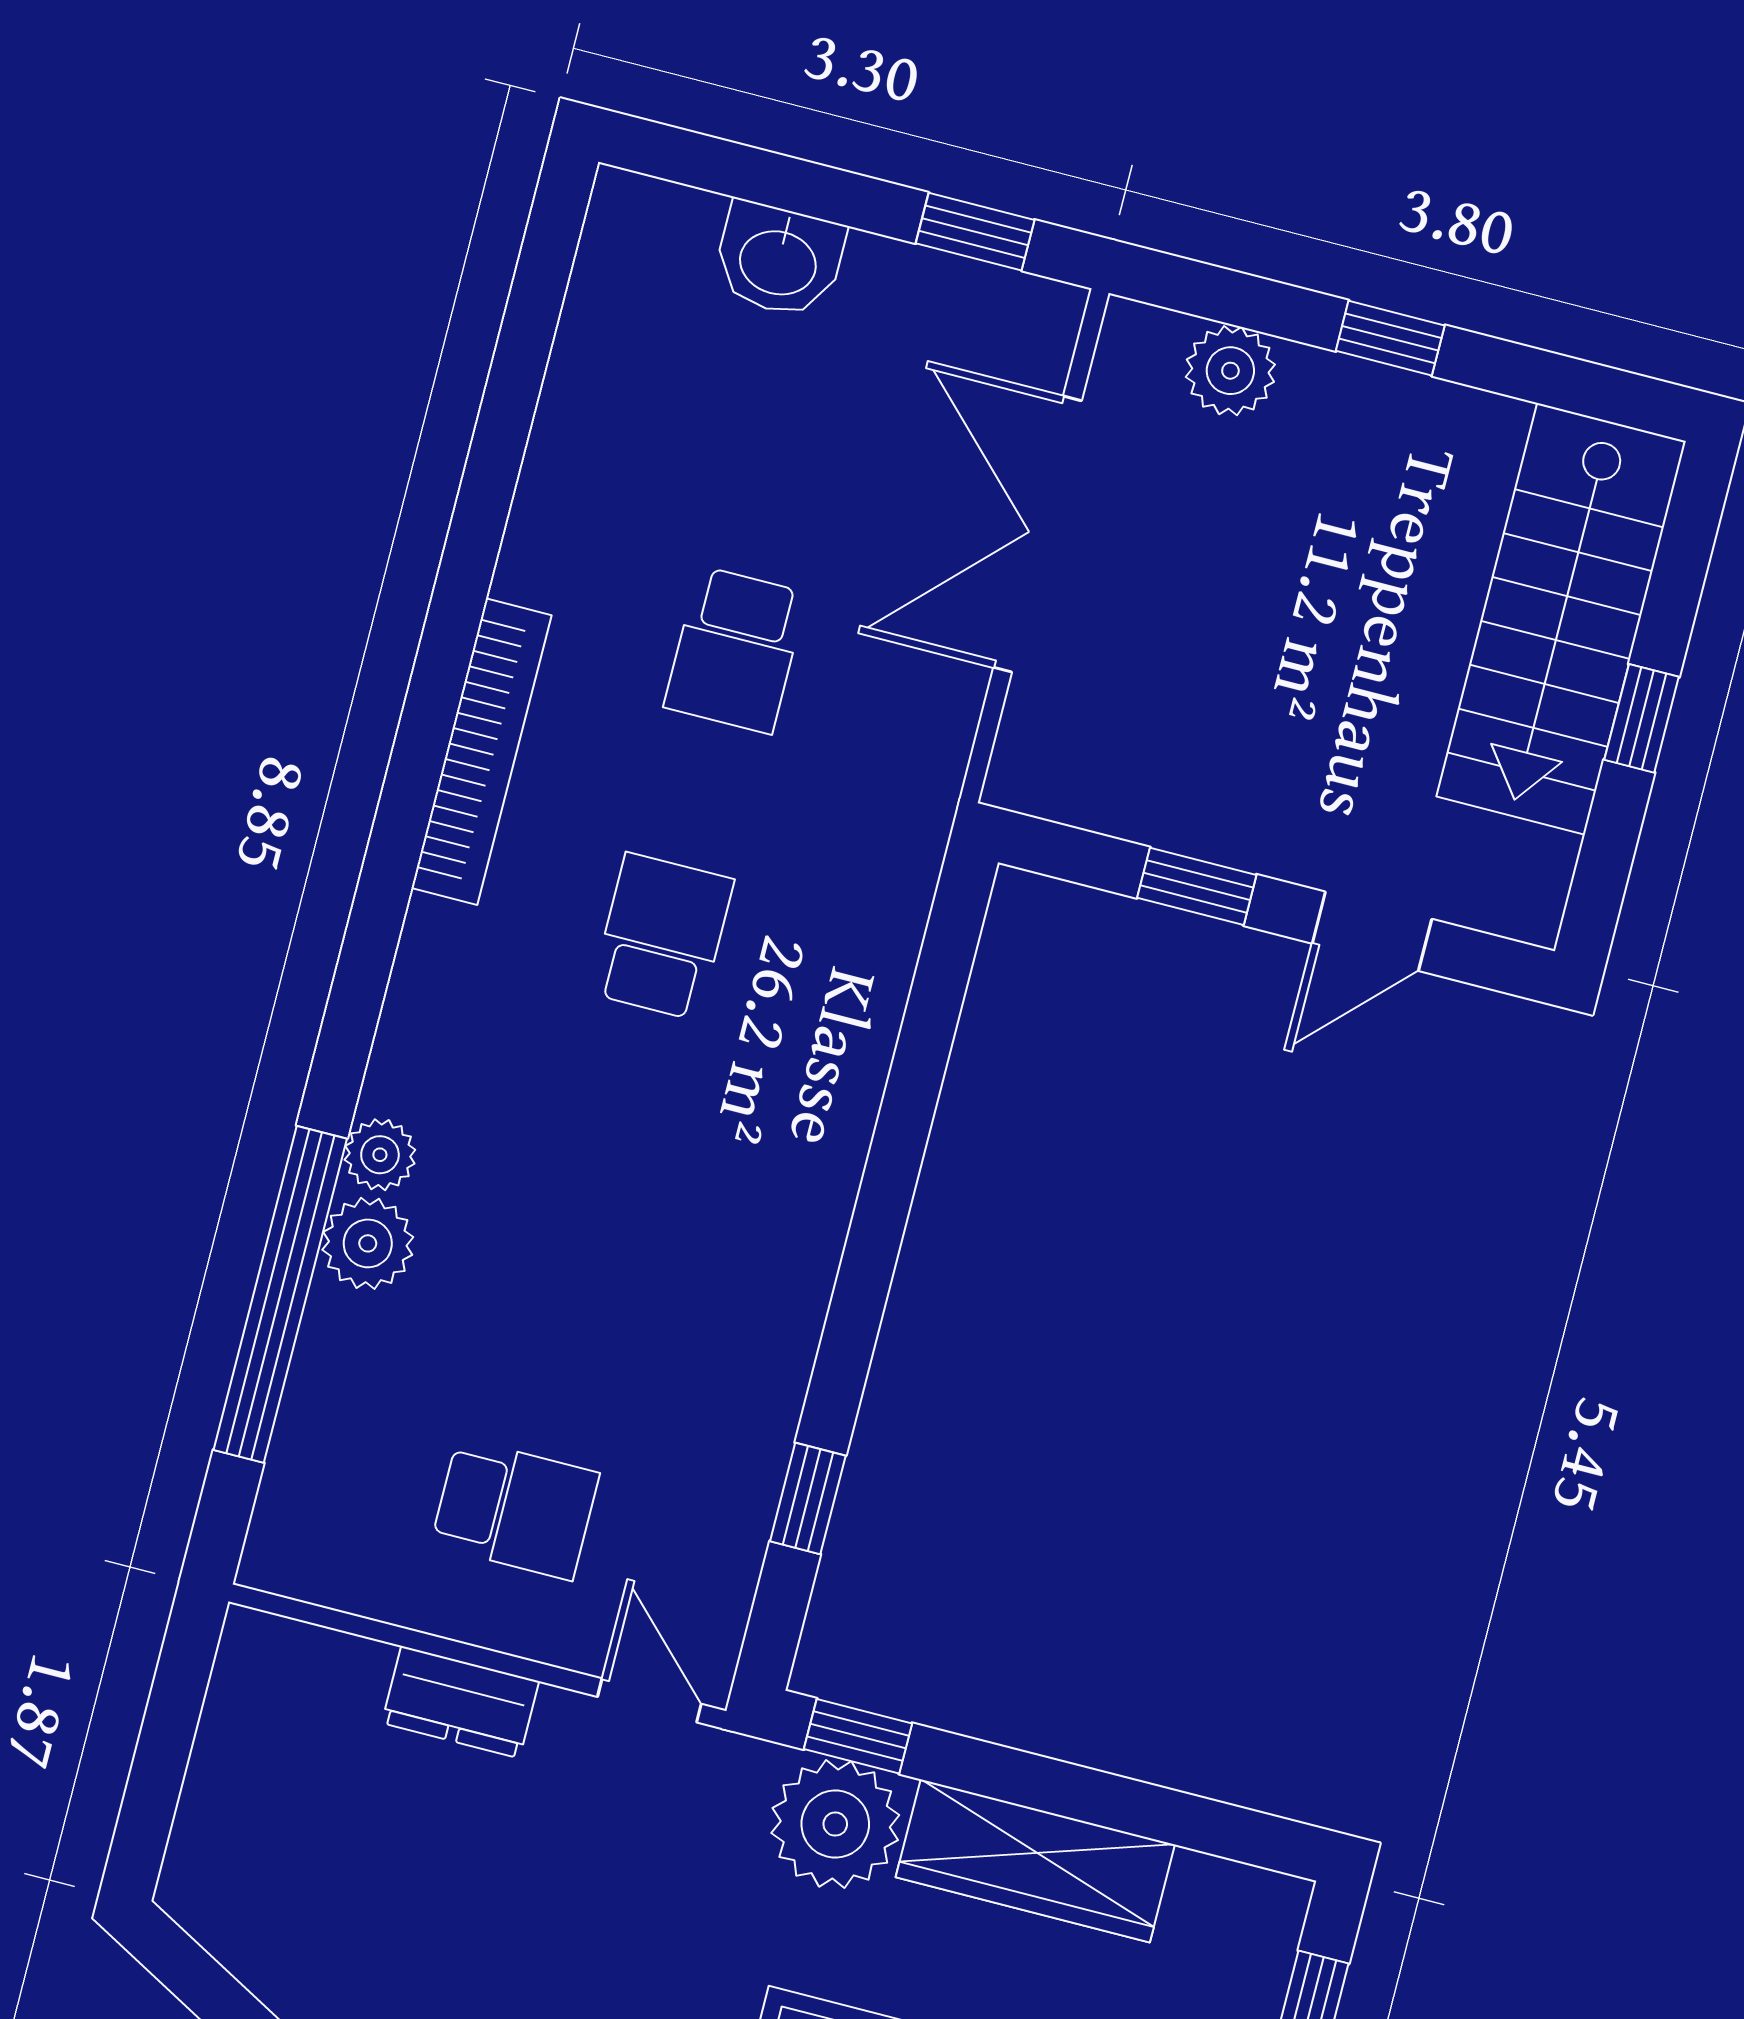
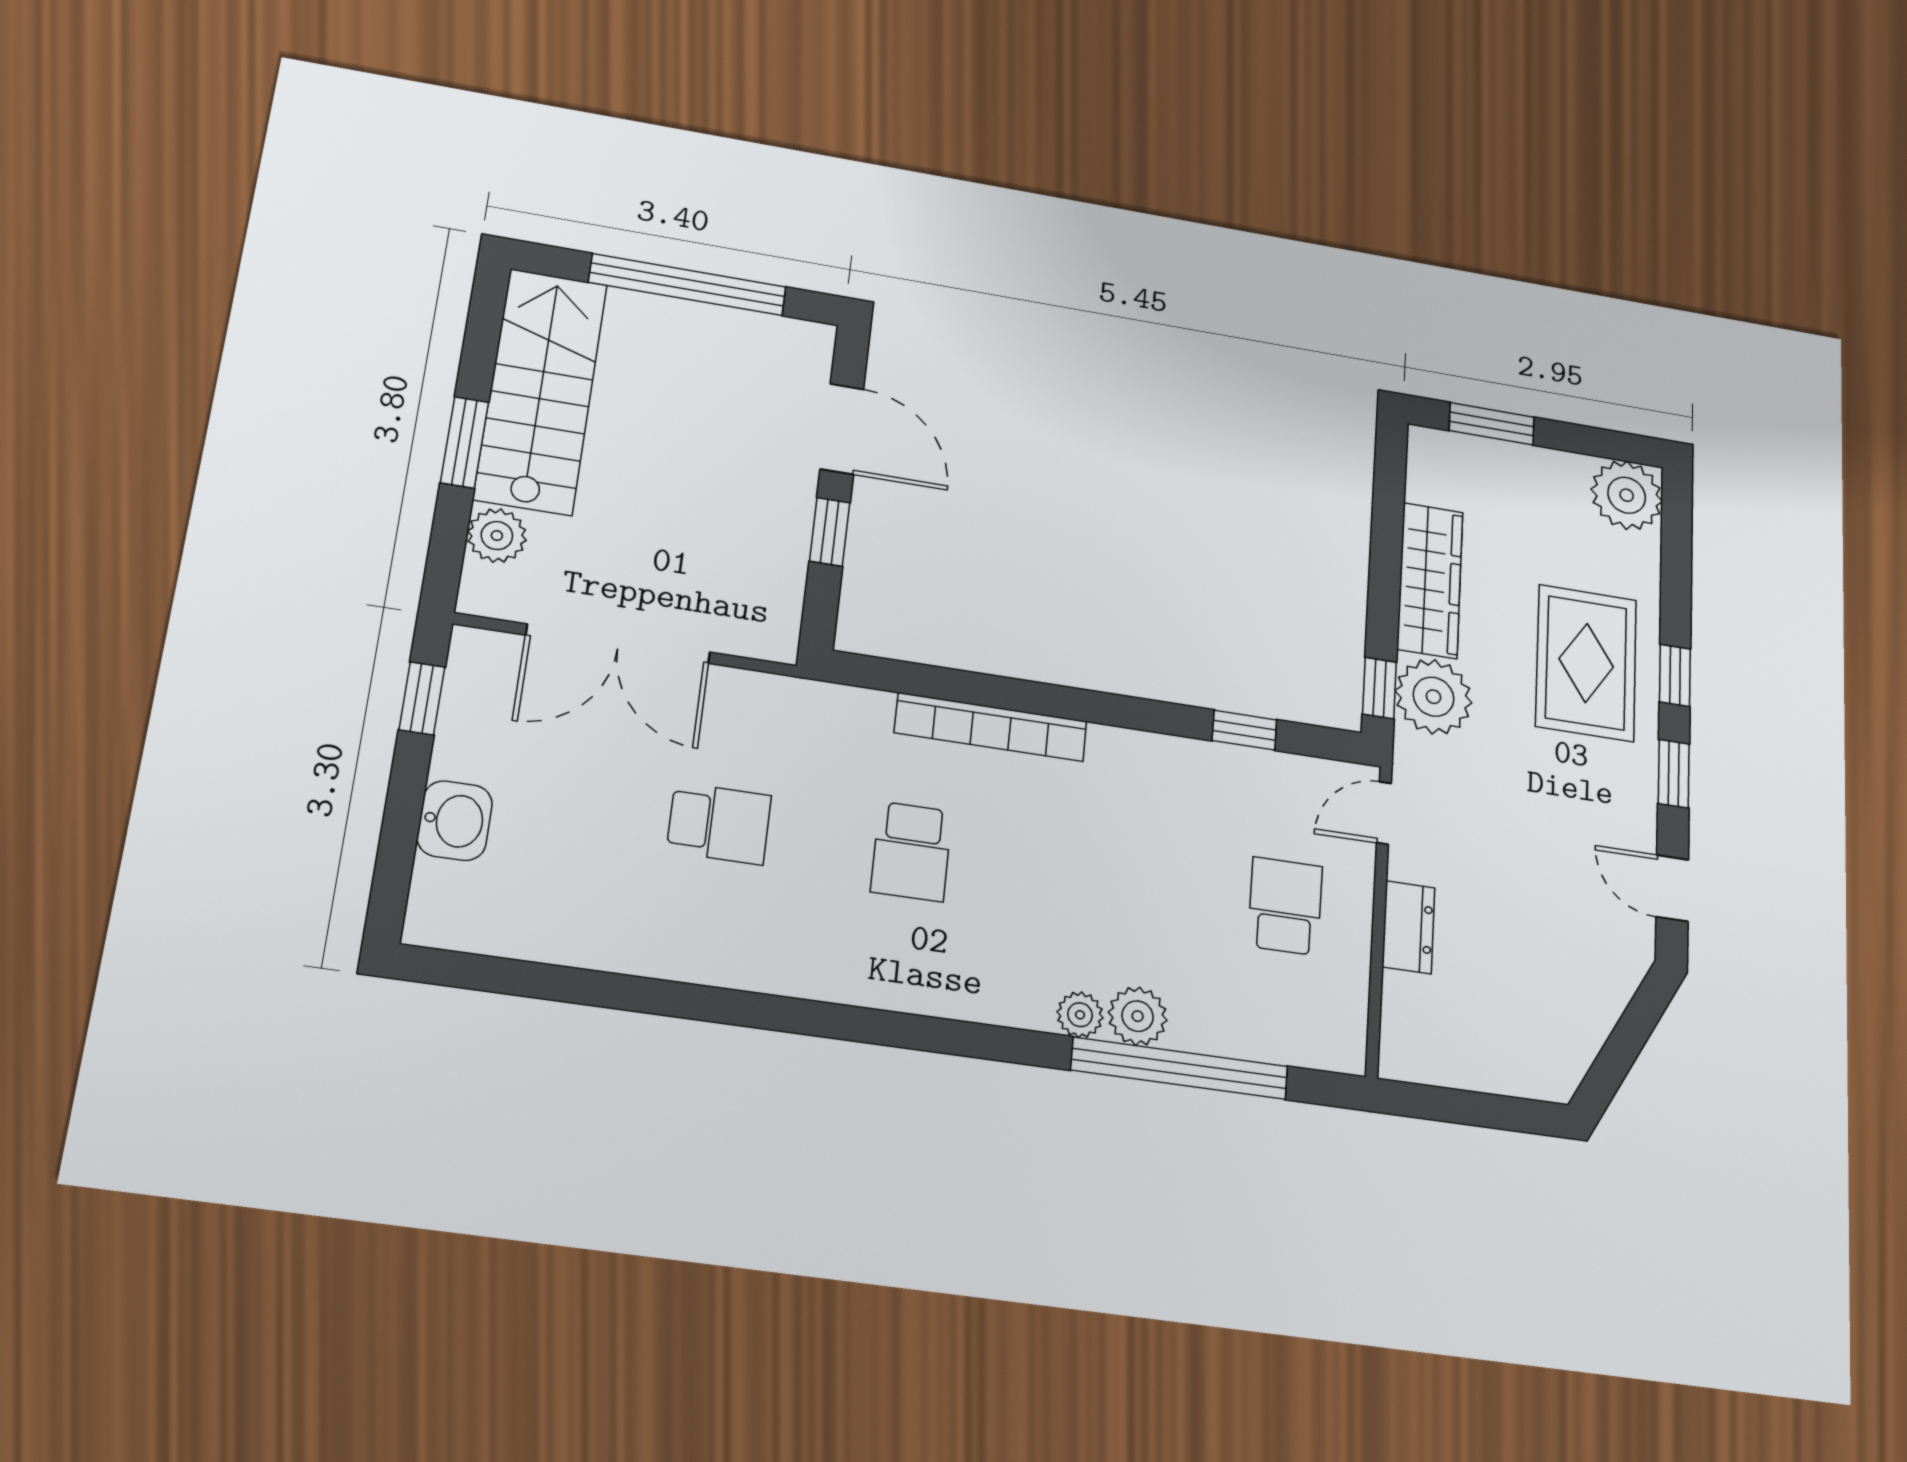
window: (1390, 338) -> (465, 442), width x1.50
stairs: (1561, 619) -> (541, 391), moved, turned -90
window: (1642, 718) -> (688, 285), width x3.17
bookcase: (481, 752) -> (991, 727), moved, turned 180
door: (1372, 931) -> (842, 429), width x1.38
school desk: (662, 936) -> (911, 852), turned -90

